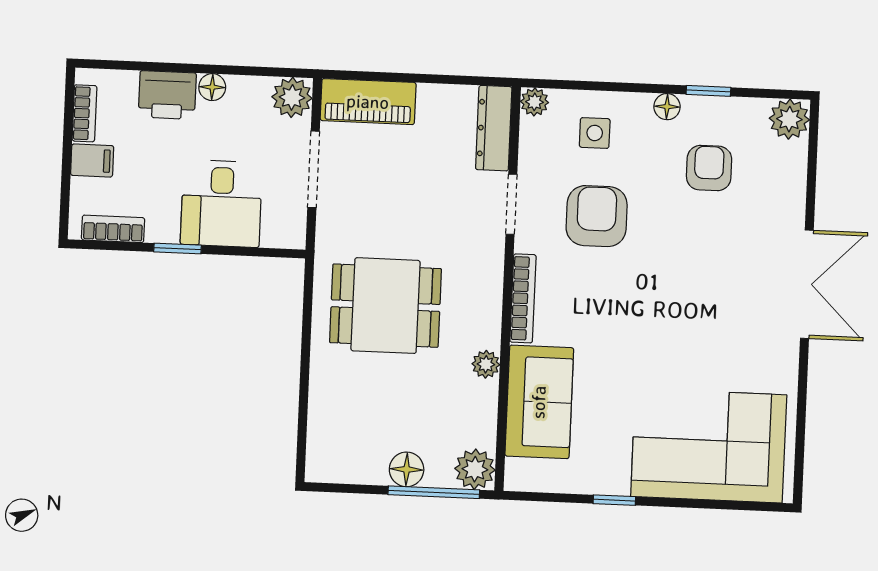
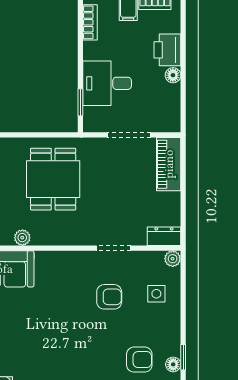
plant: (292, 97) -> (169, 121), removed
floor lamp: (667, 107) -> (173, 364), moved
dresser: (494, 128) -> (164, 236), width x0.70
armchair: (597, 216) -> (109, 297), width x0.72, depth x0.72
window: (178, 249) -> (80, 102), moved
bookcase: (523, 298) -> (61, 257), removed

